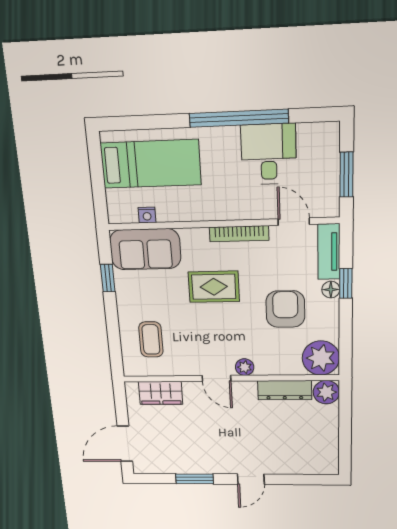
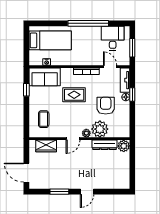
desk: (269, 154) -> (113, 38), moved
plant: (321, 358) -> (100, 129), moved
door: (217, 378) -> (73, 139), hinge flipped
door: (125, 444) -> (26, 173), hinge flipped

